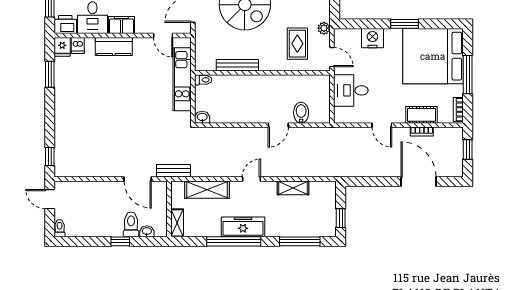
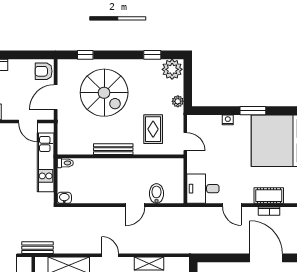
plant: (324, 28) -> (178, 101), moved
nightstand: (372, 38) -> (228, 120), width x0.53, depth x0.56
bench: (237, 65) -> (113, 149), moved
desk: (351, 90) -> (203, 189), moved
door: (251, 179) -> (110, 255), hinge flipped

